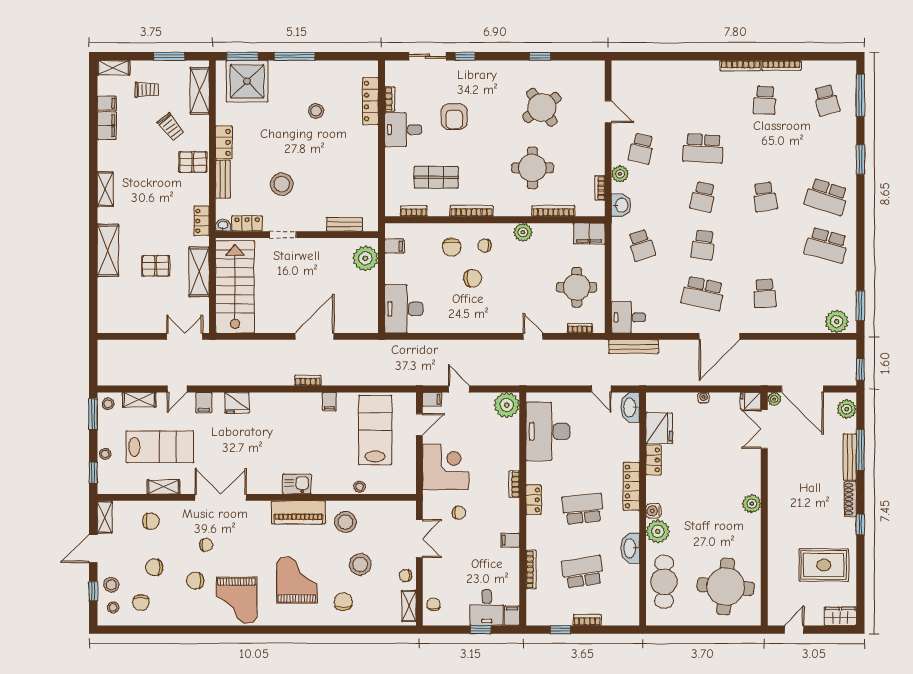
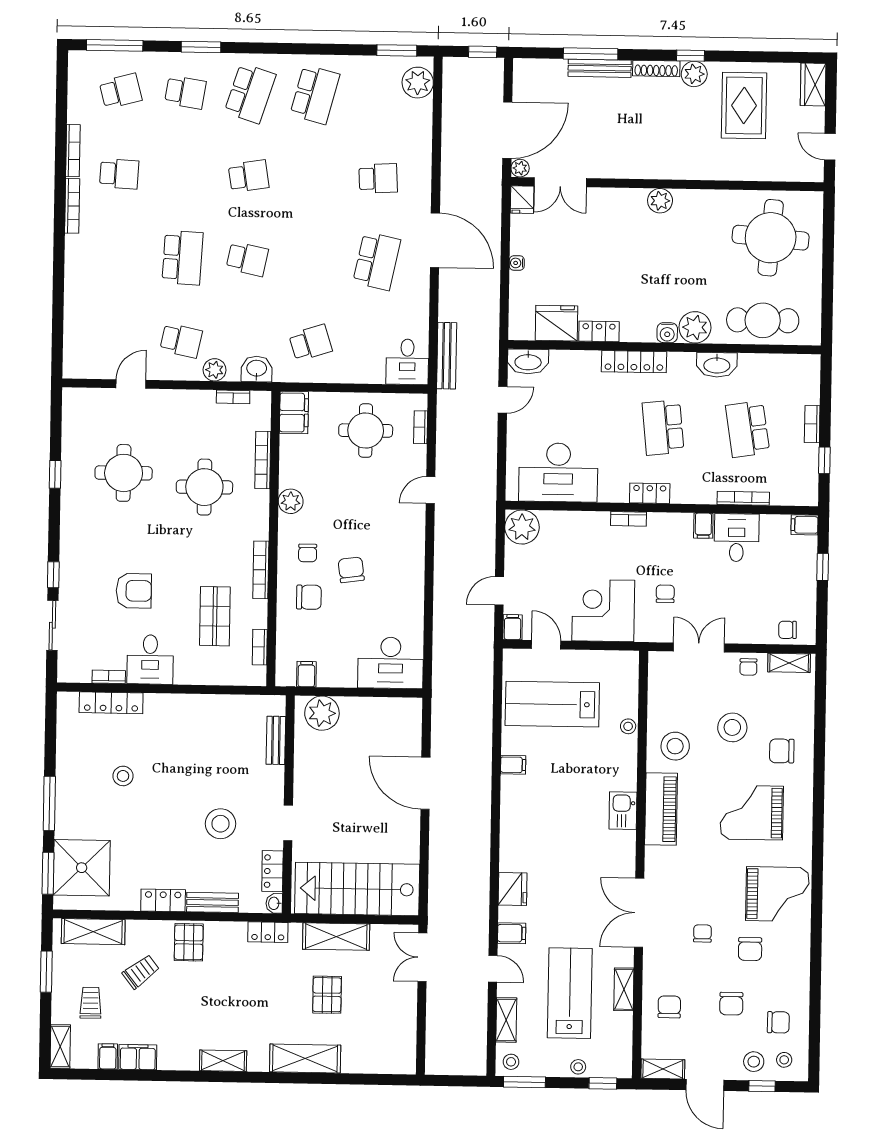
round table: (542, 107) -> (124, 473), turned 35
school desk: (703, 245) -> (185, 92), moved
bookcase: (308, 380) -> (484, 793), removed
plant: (847, 409) -> (694, 74), moved
desk: (487, 608) -> (737, 538), moved, turned -90

